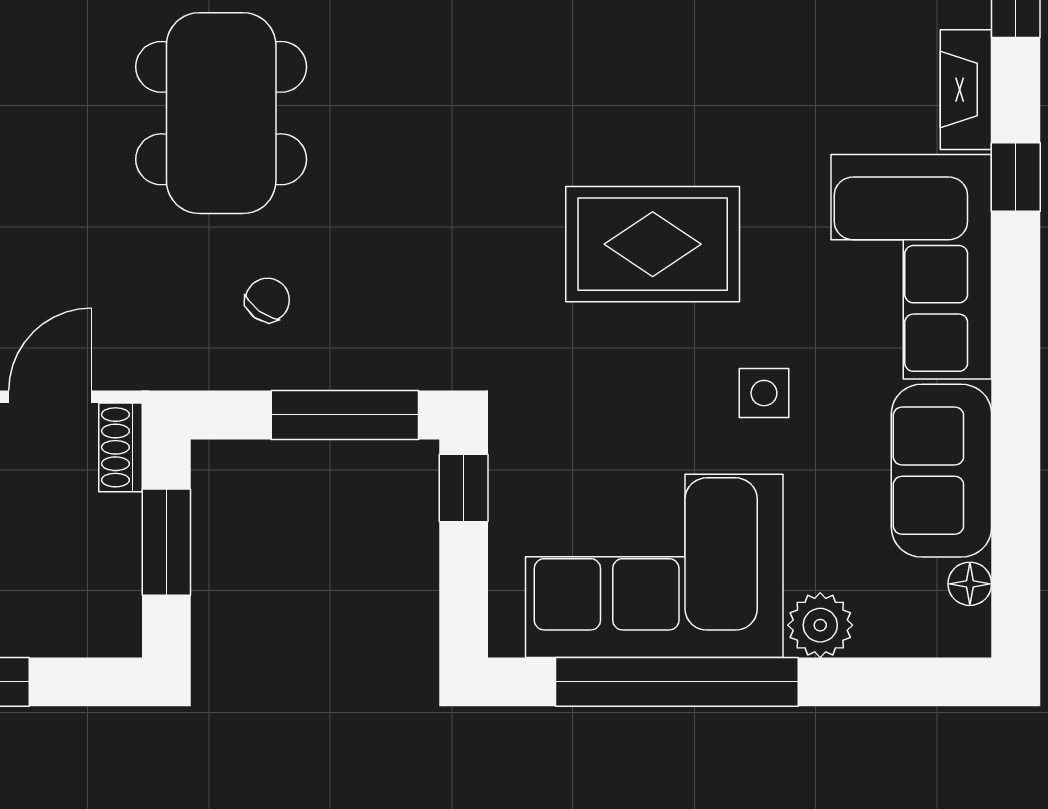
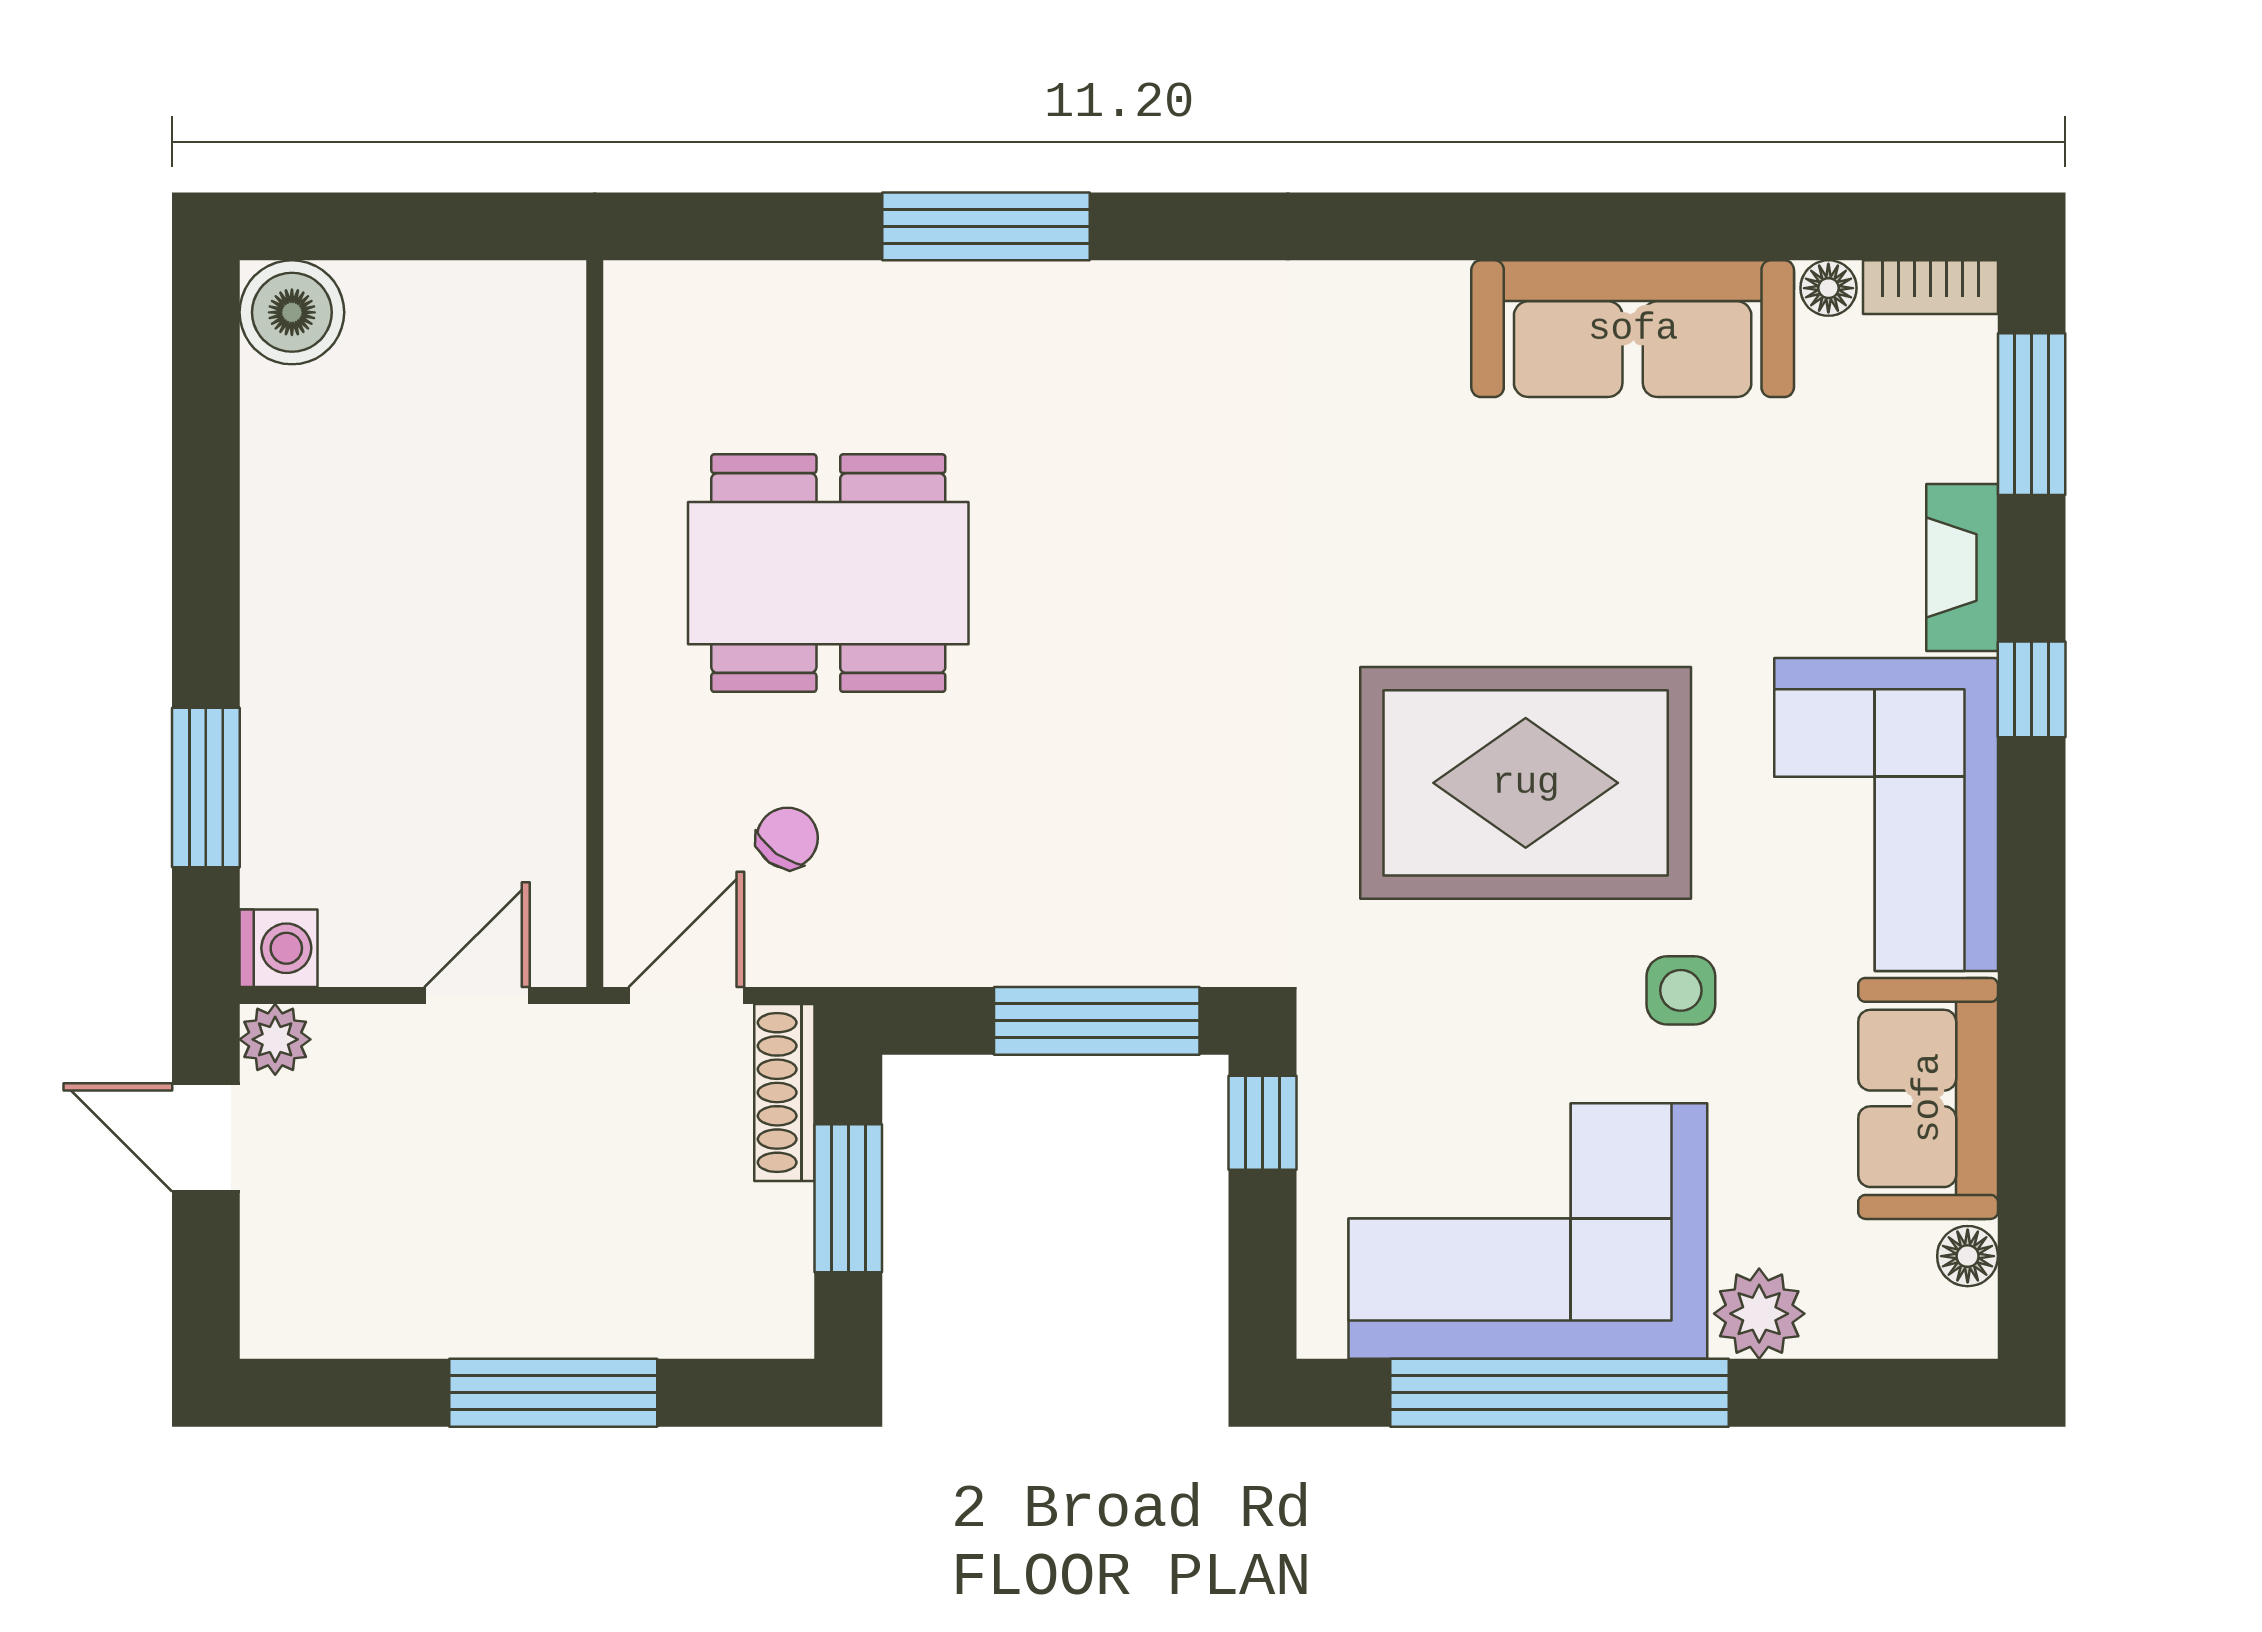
dining table: (221, 113) -> (828, 573), moved, turned 90
rug: (653, 244) -> (1526, 783), width x1.37, depth x1.44
chair: (267, 300) -> (787, 838), moved
shoe rack: (121, 447) -> (784, 1093), width x1.43

